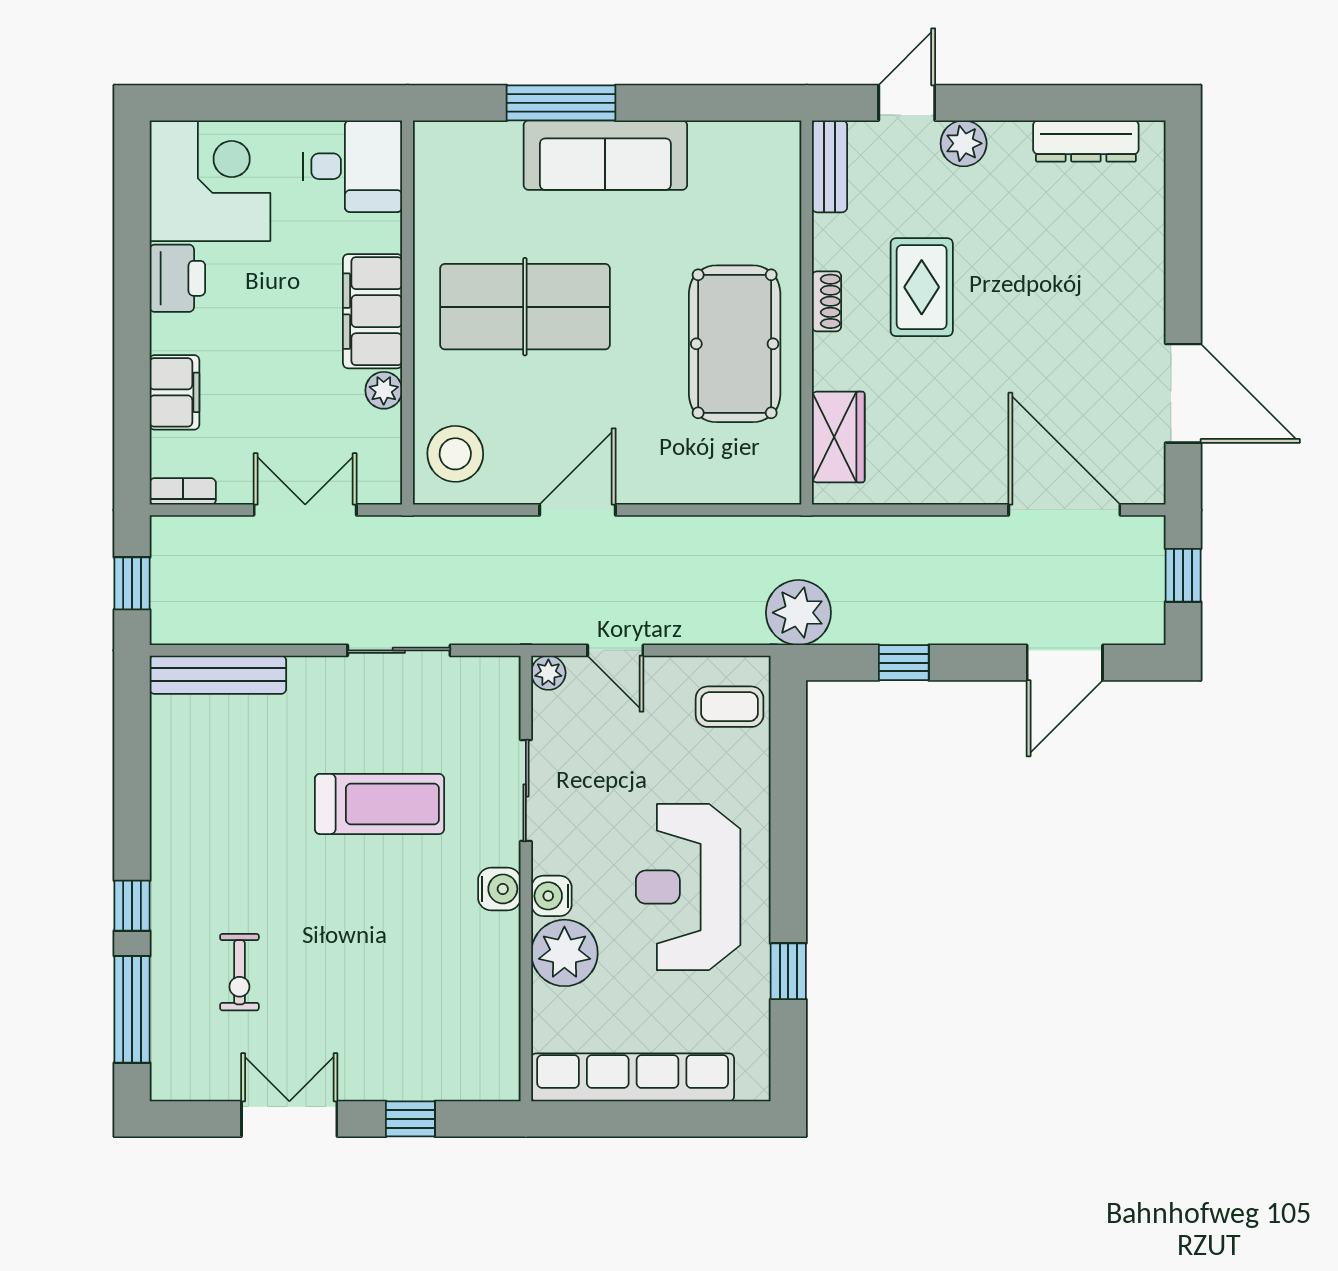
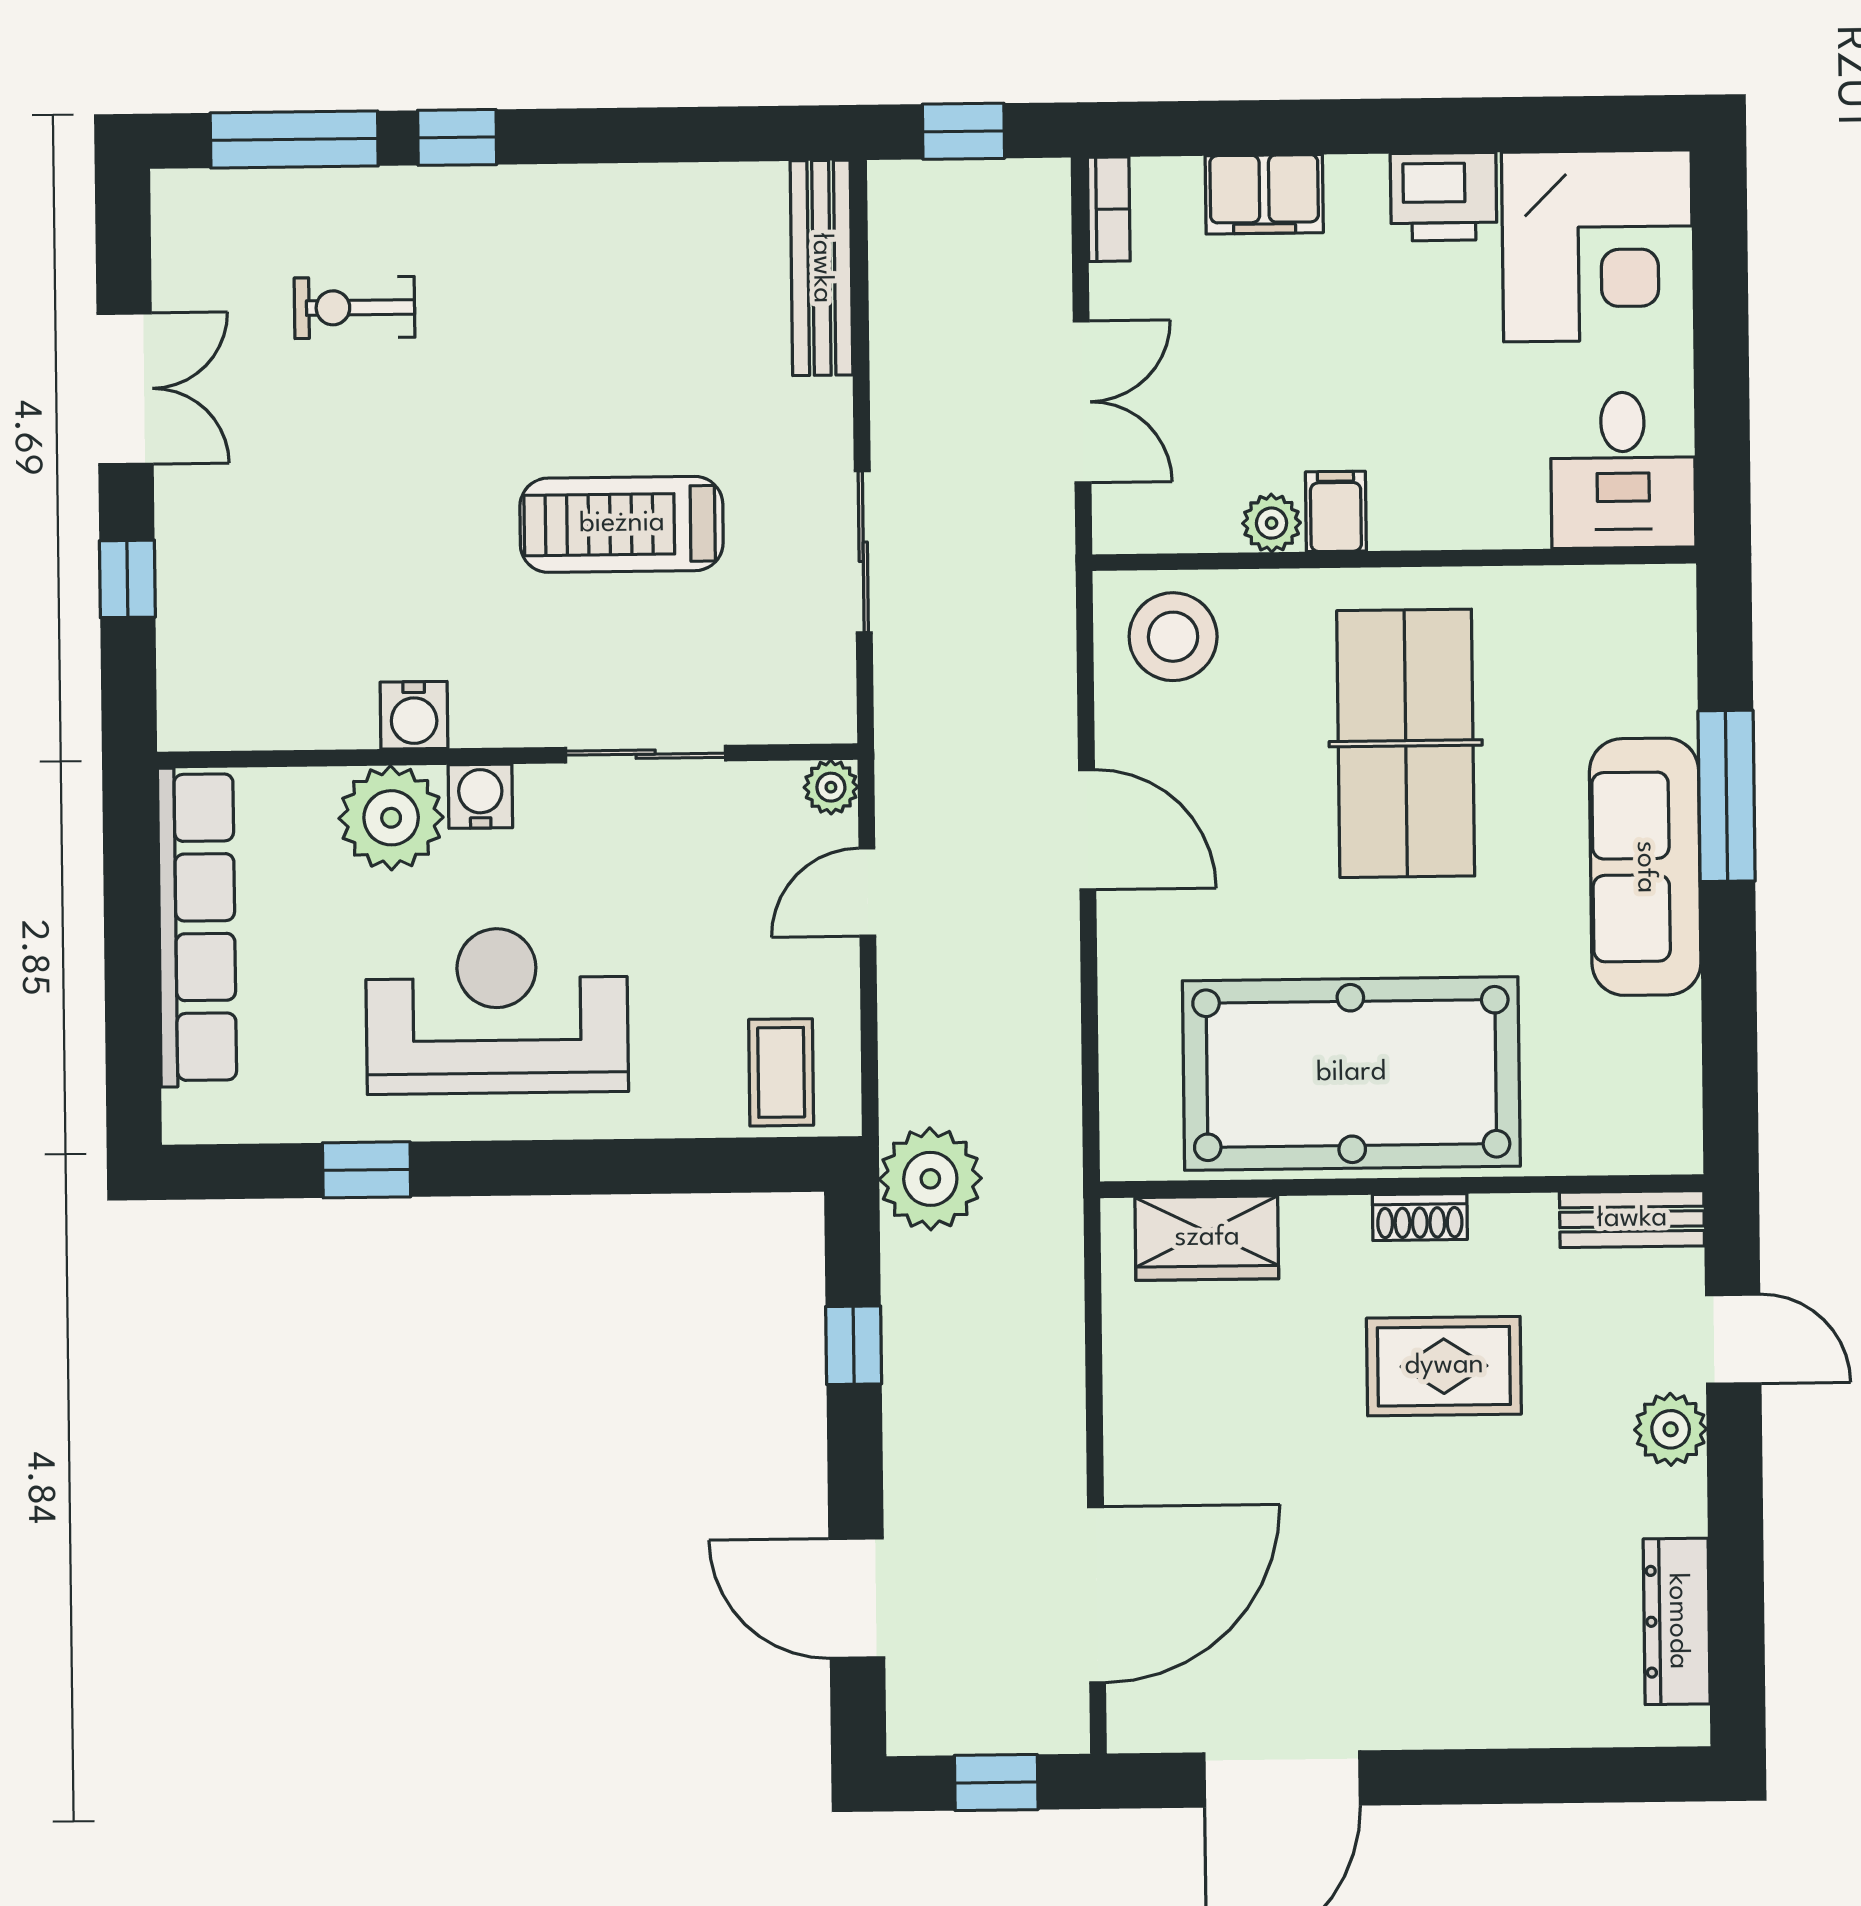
filing cabinet: (373, 311) -> (1336, 511), width x0.33, depth x0.86
pool table: (735, 344) -> (1351, 1073), width x1.36, depth x1.32
treadmill: (380, 804) -> (622, 524), turned 90
water cooler: (499, 889) -> (414, 715), moved

